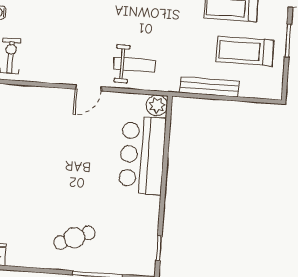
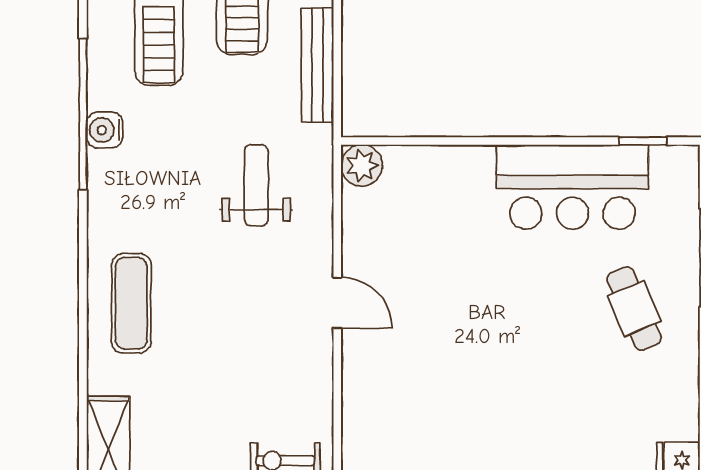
weight bench: (134, 65) -> (256, 185), moved
bar counter: (142, 155) -> (572, 187), moved

